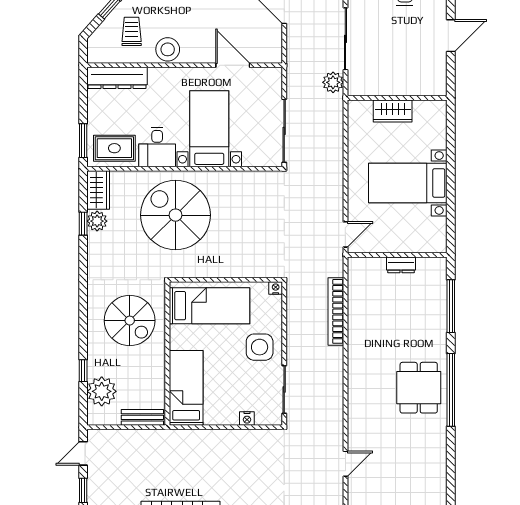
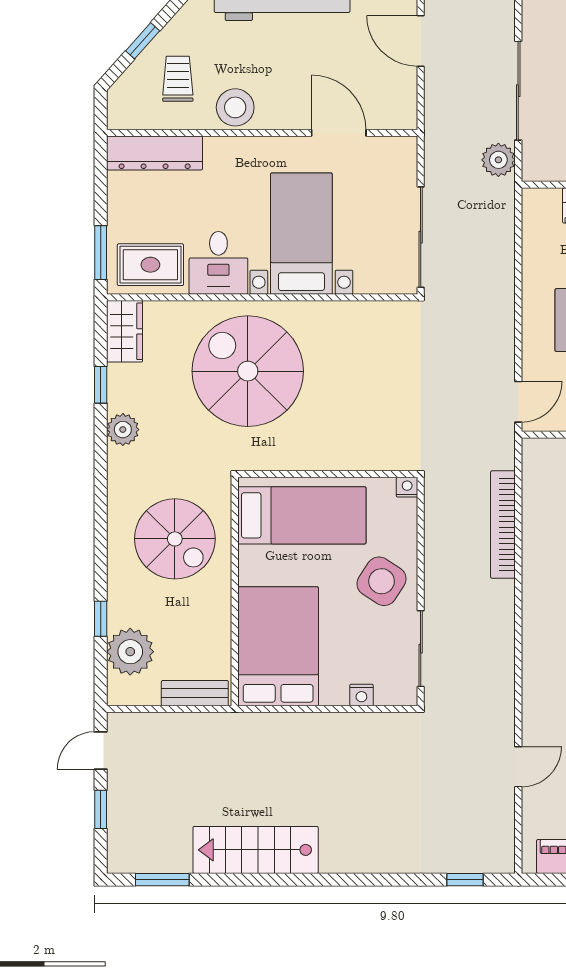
plant: (97, 221) -> (123, 430), moved
side table: (260, 347) -> (382, 581), turned 33
bed: (186, 388) -> (278, 646), width x1.50

